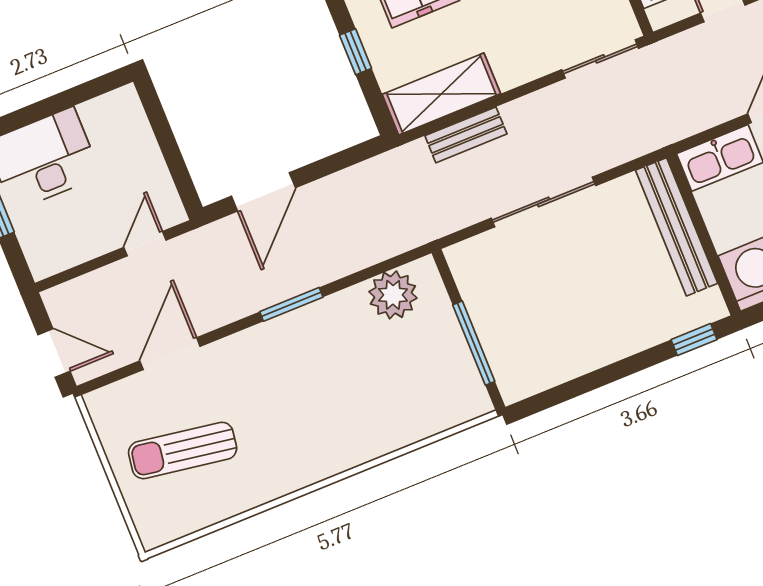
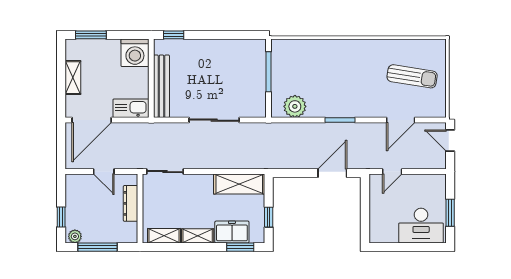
bench: (466, 135) -> (236, 162), removed

